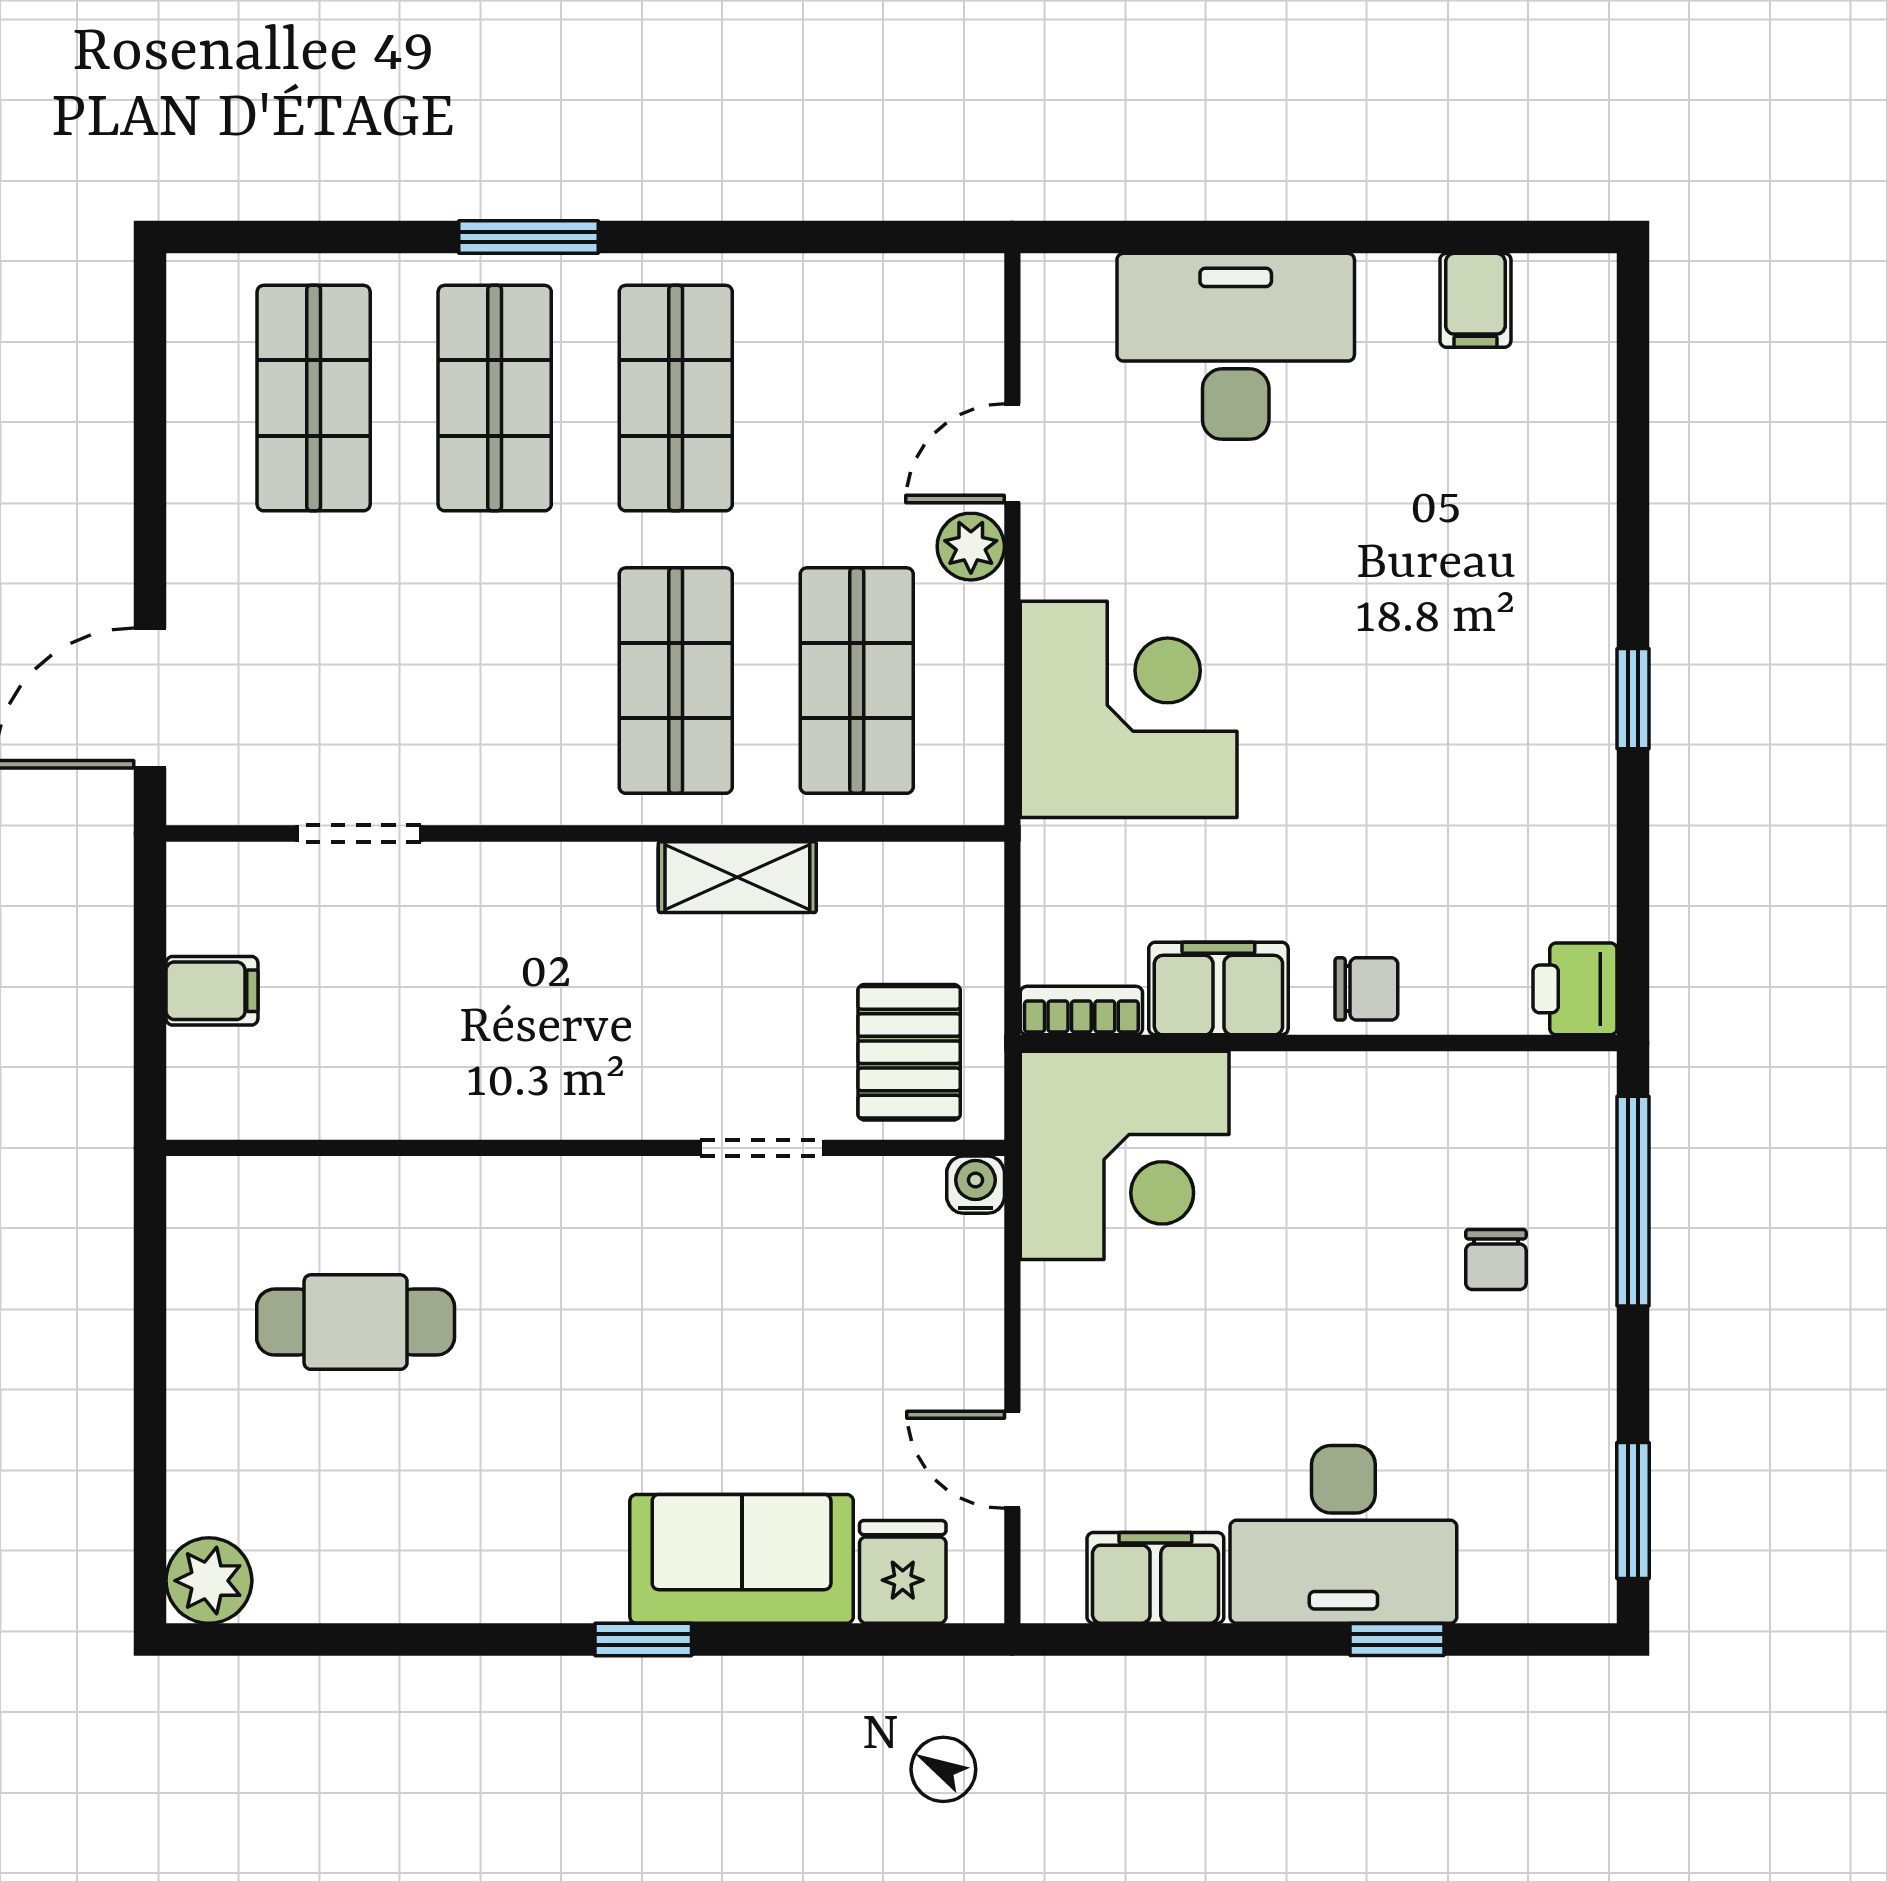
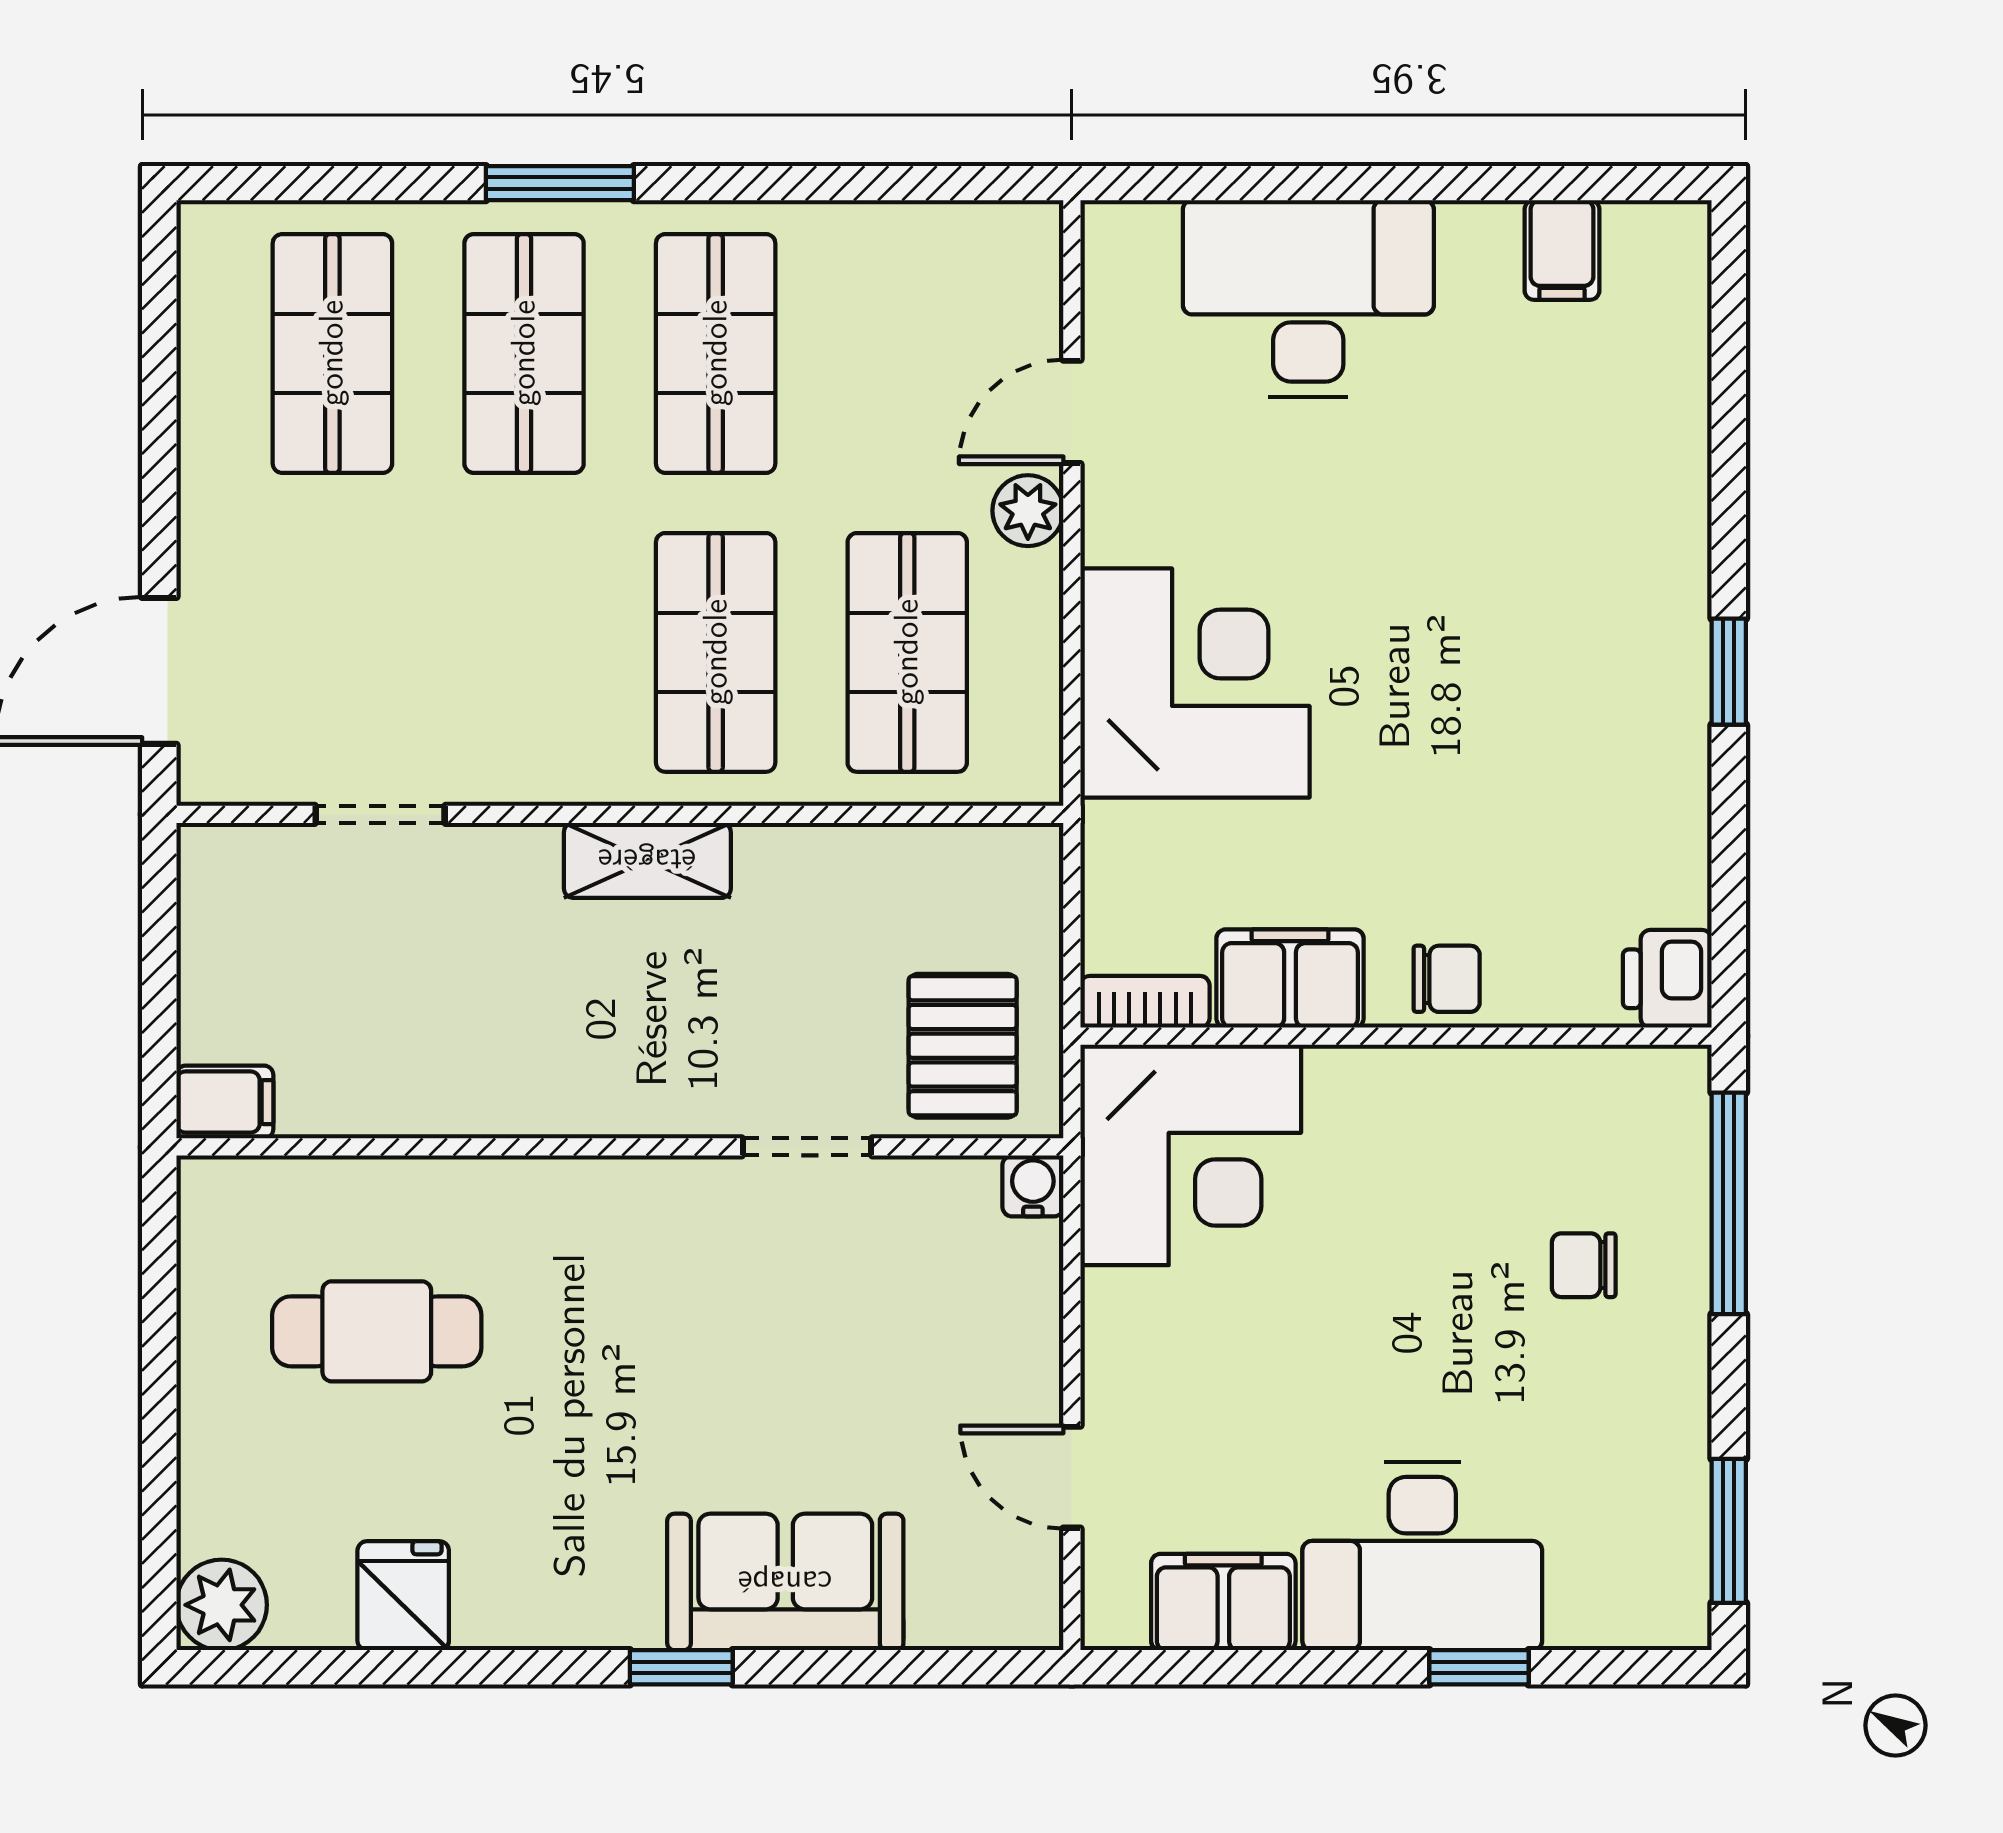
shelving: (737, 877) -> (647, 860), moved
filing cabinet: (212, 991) -> (225, 1102), moved
chair: (1496, 1260) -> (1584, 1265), turned 90
fridge: (903, 1572) -> (403, 1596), moved

